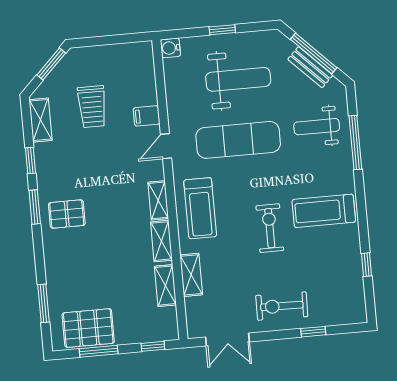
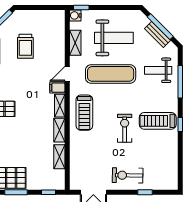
window: (222, 30) -> (81, 7), moved
filing cabinet: (147, 116) -> (57, 88), moved
window: (367, 265) -> (180, 125), moved
shelving: (191, 275) -> (75, 43), moved

